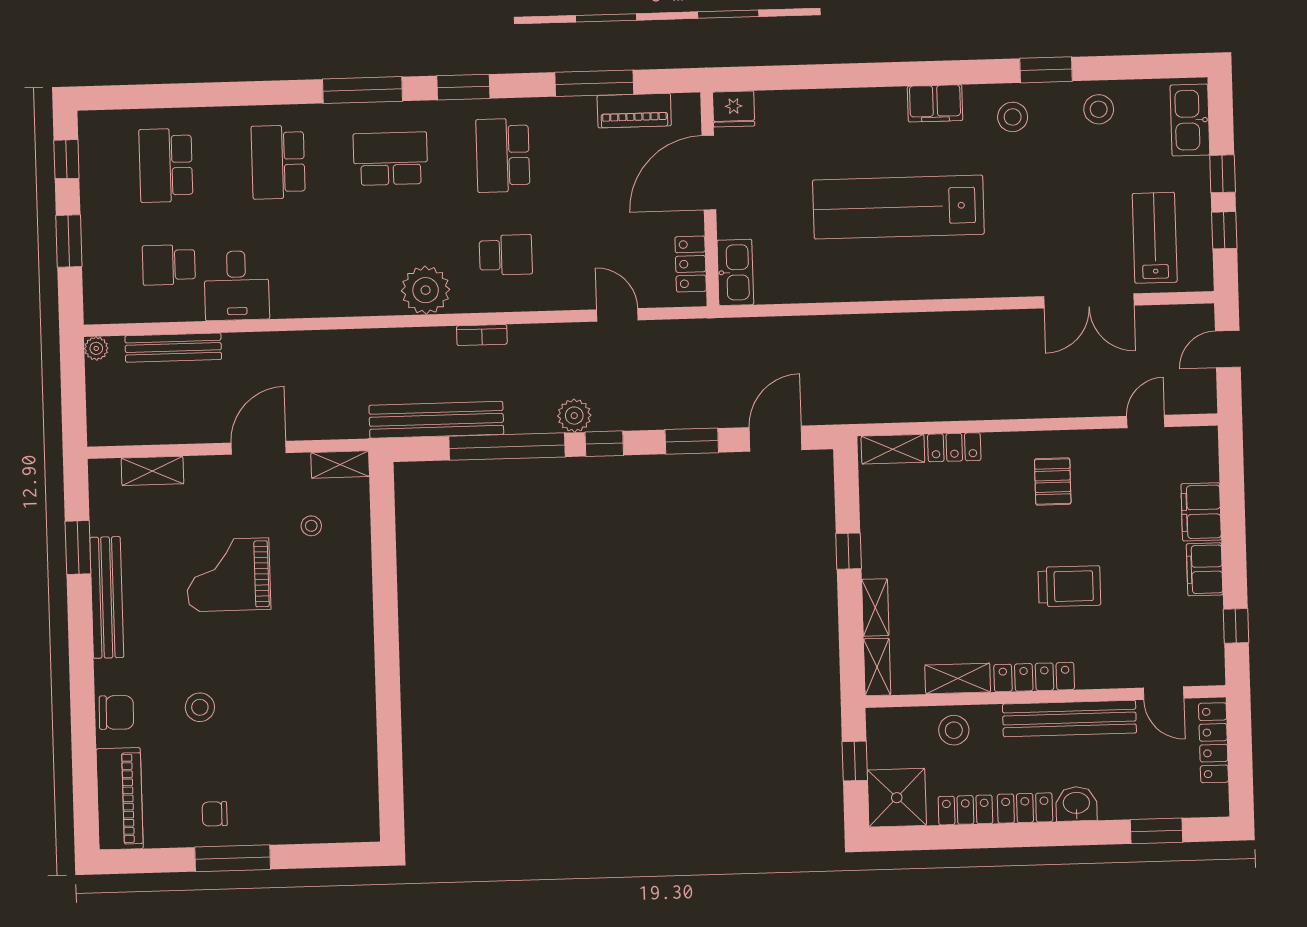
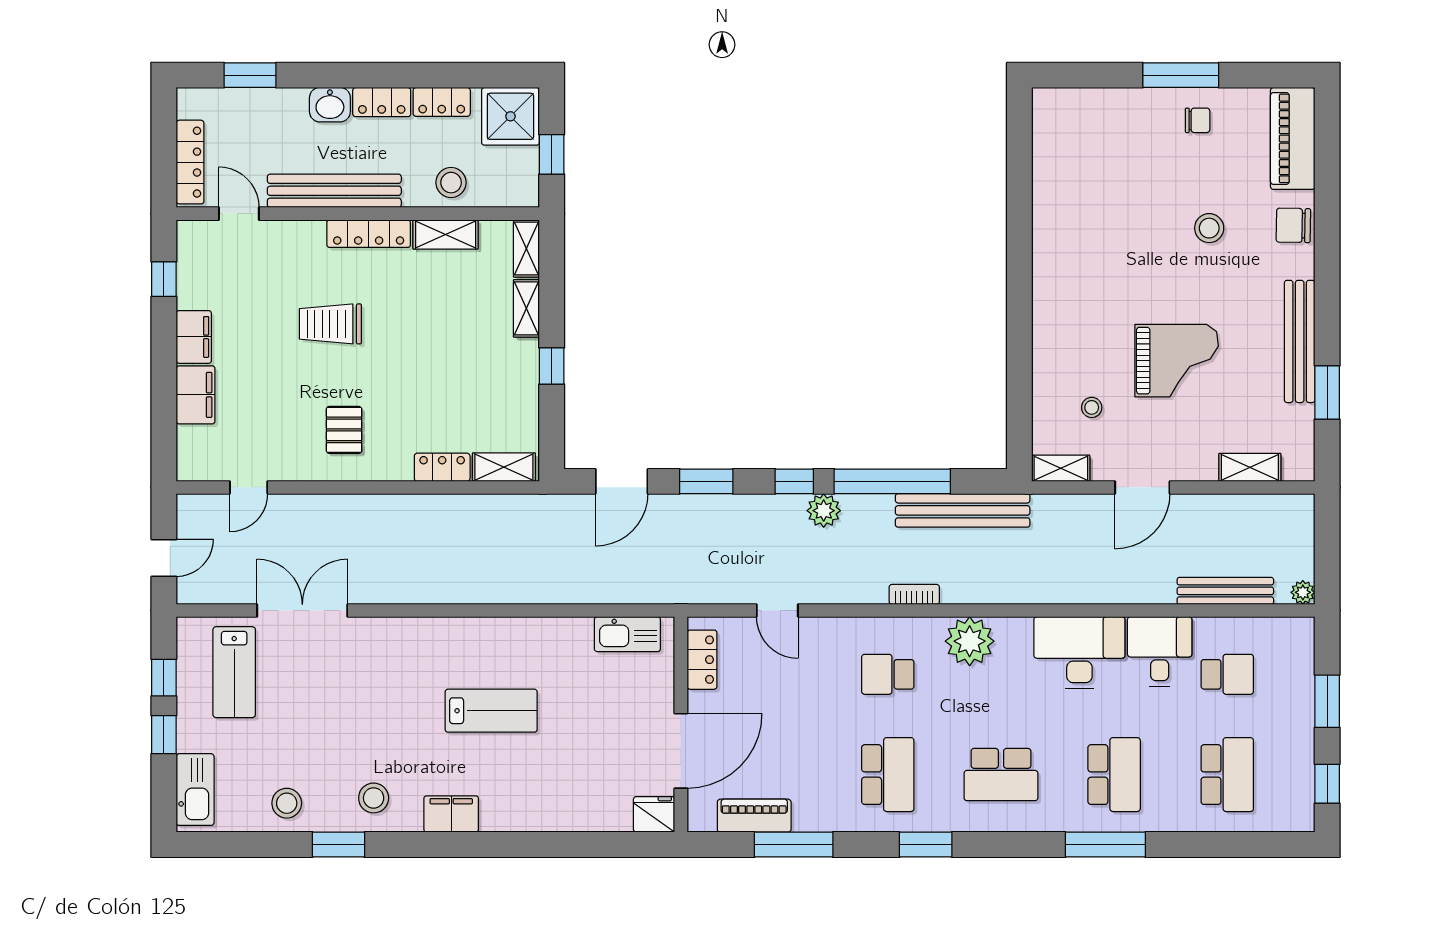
window: (362, 90) -> (1105, 844), moved
lab bench: (898, 207) -> (491, 711), width x0.54, depth x0.72
kitchen sink: (735, 272) -> (627, 634), moved, turned -90
desk: (316, 282) -> (1079, 653), added

